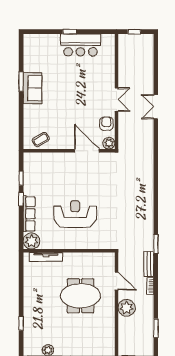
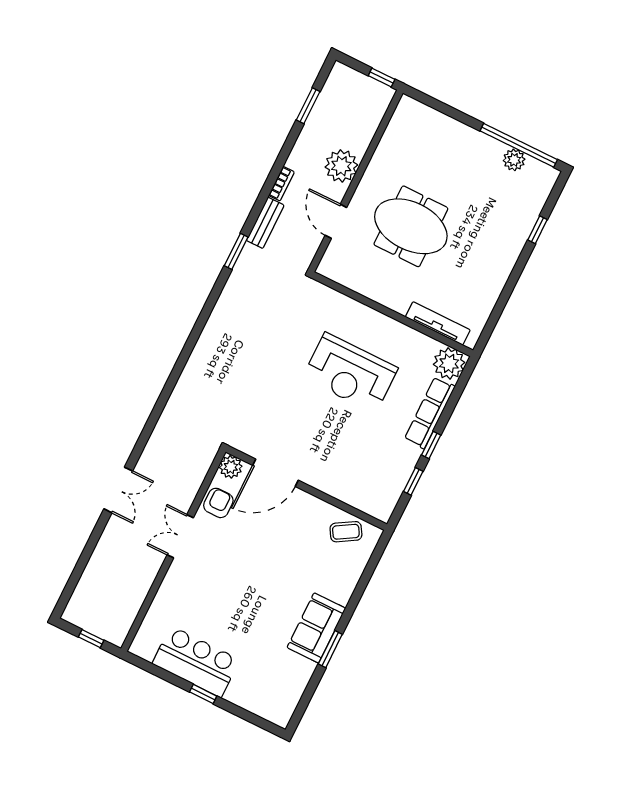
armchair: (106, 124) -> (218, 503), turned 180
door: (87, 151) -> (275, 473), hinge flipped

